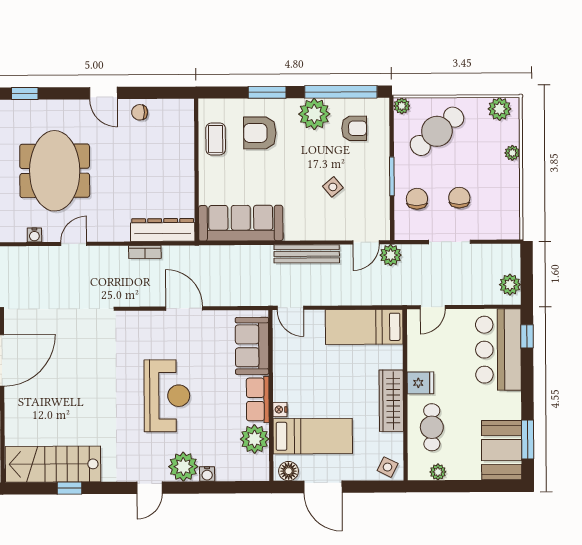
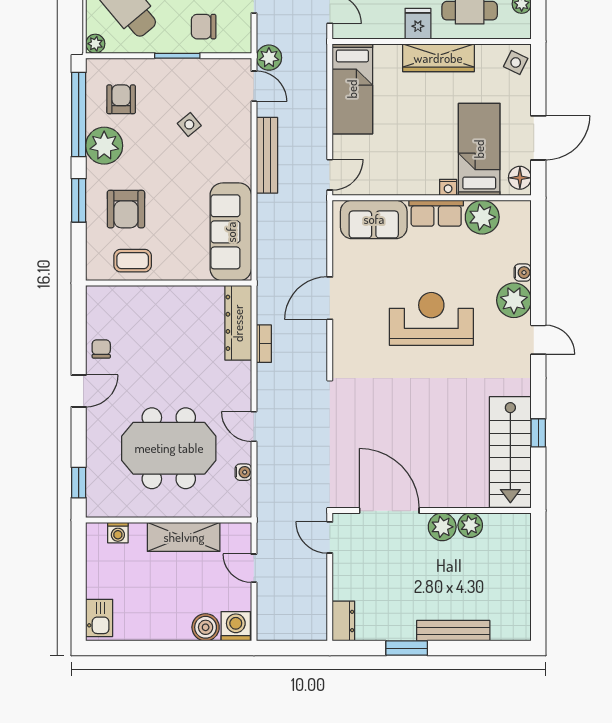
chair: (140, 112) -> (101, 349), turned 180

